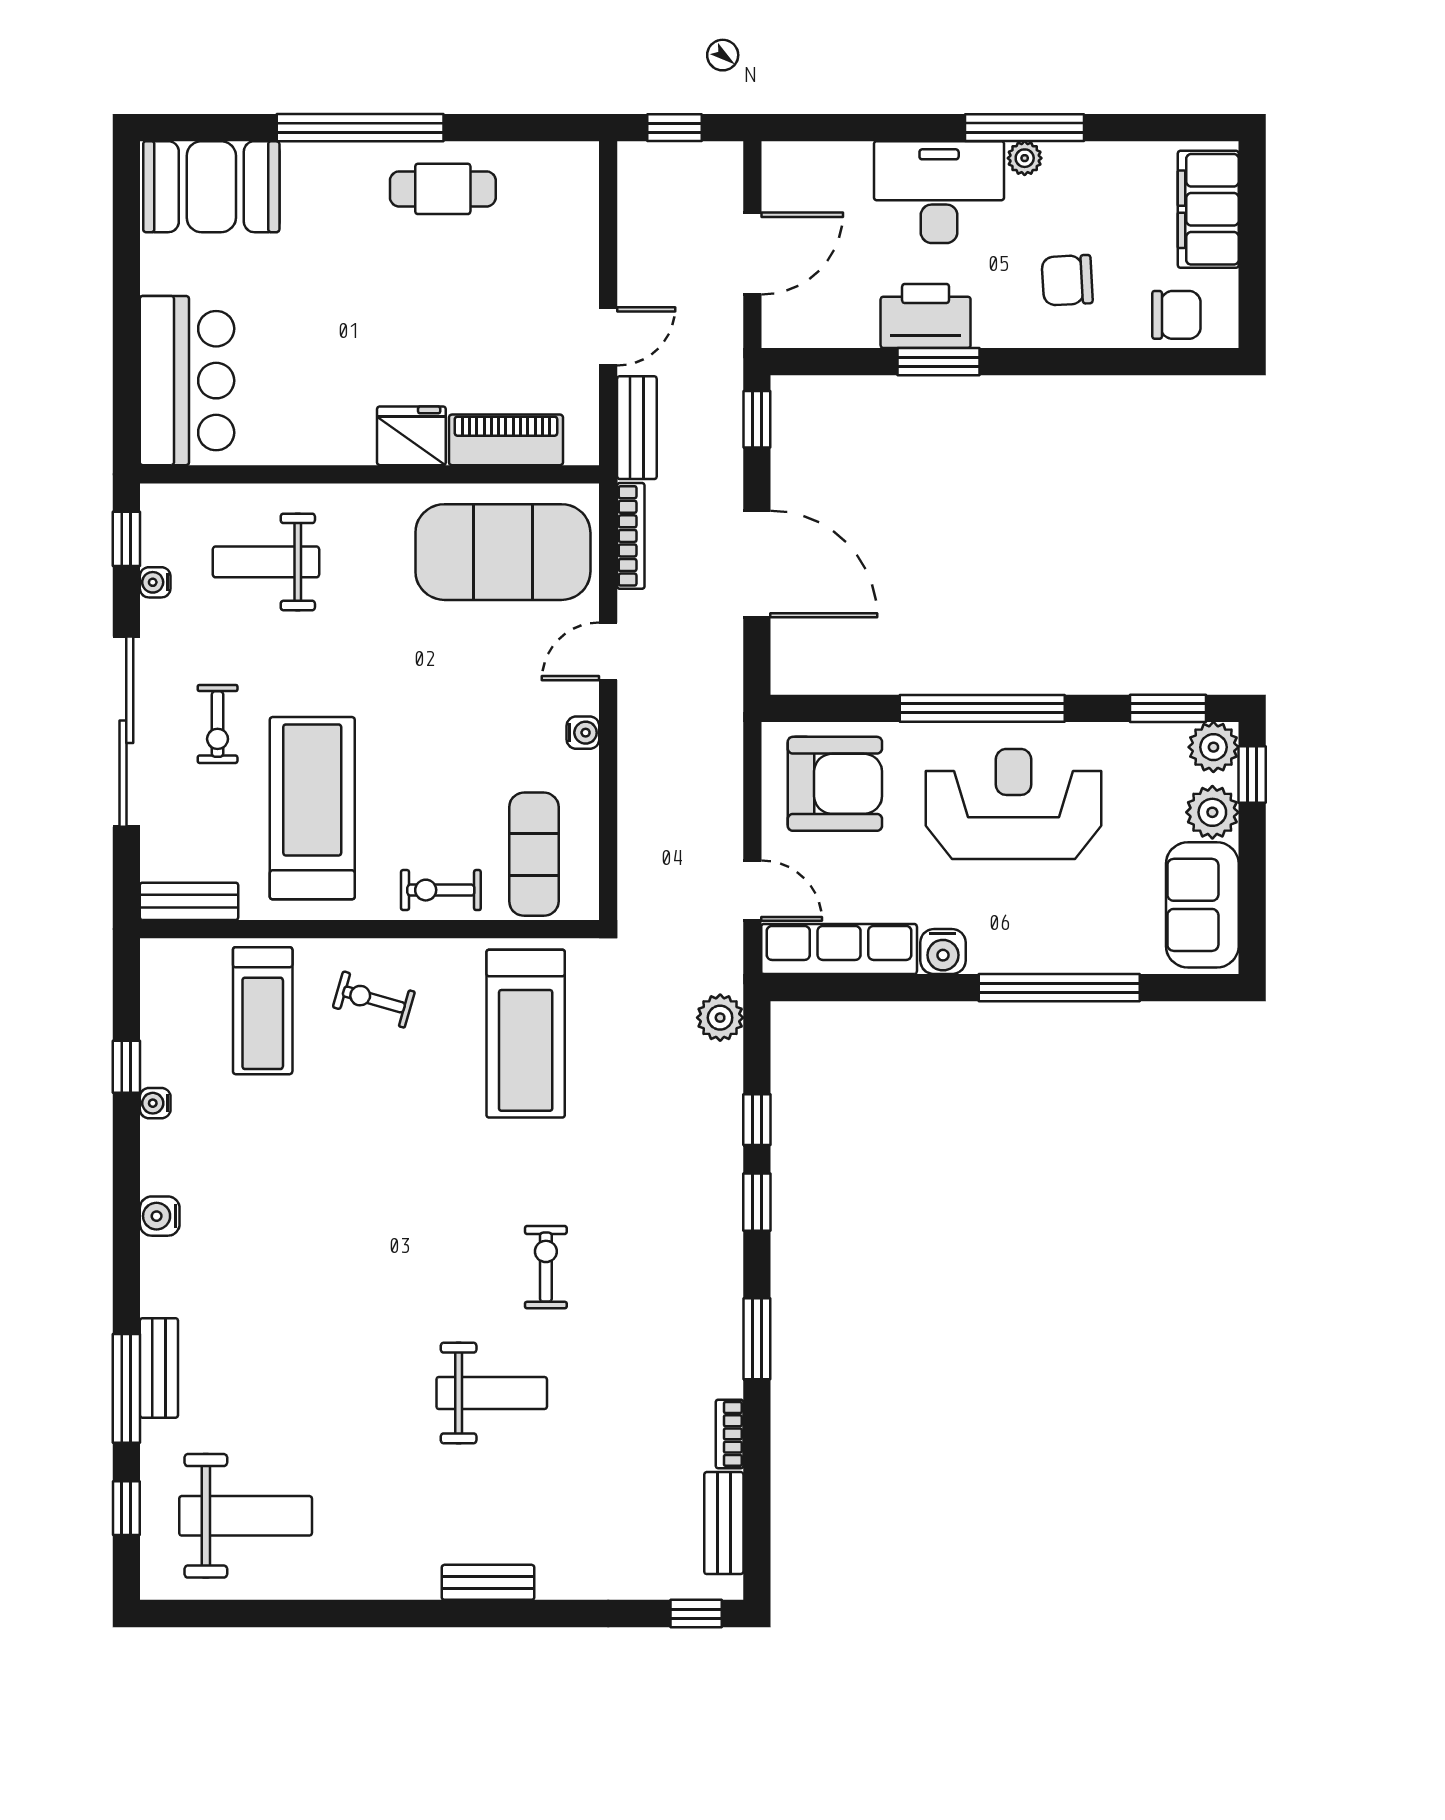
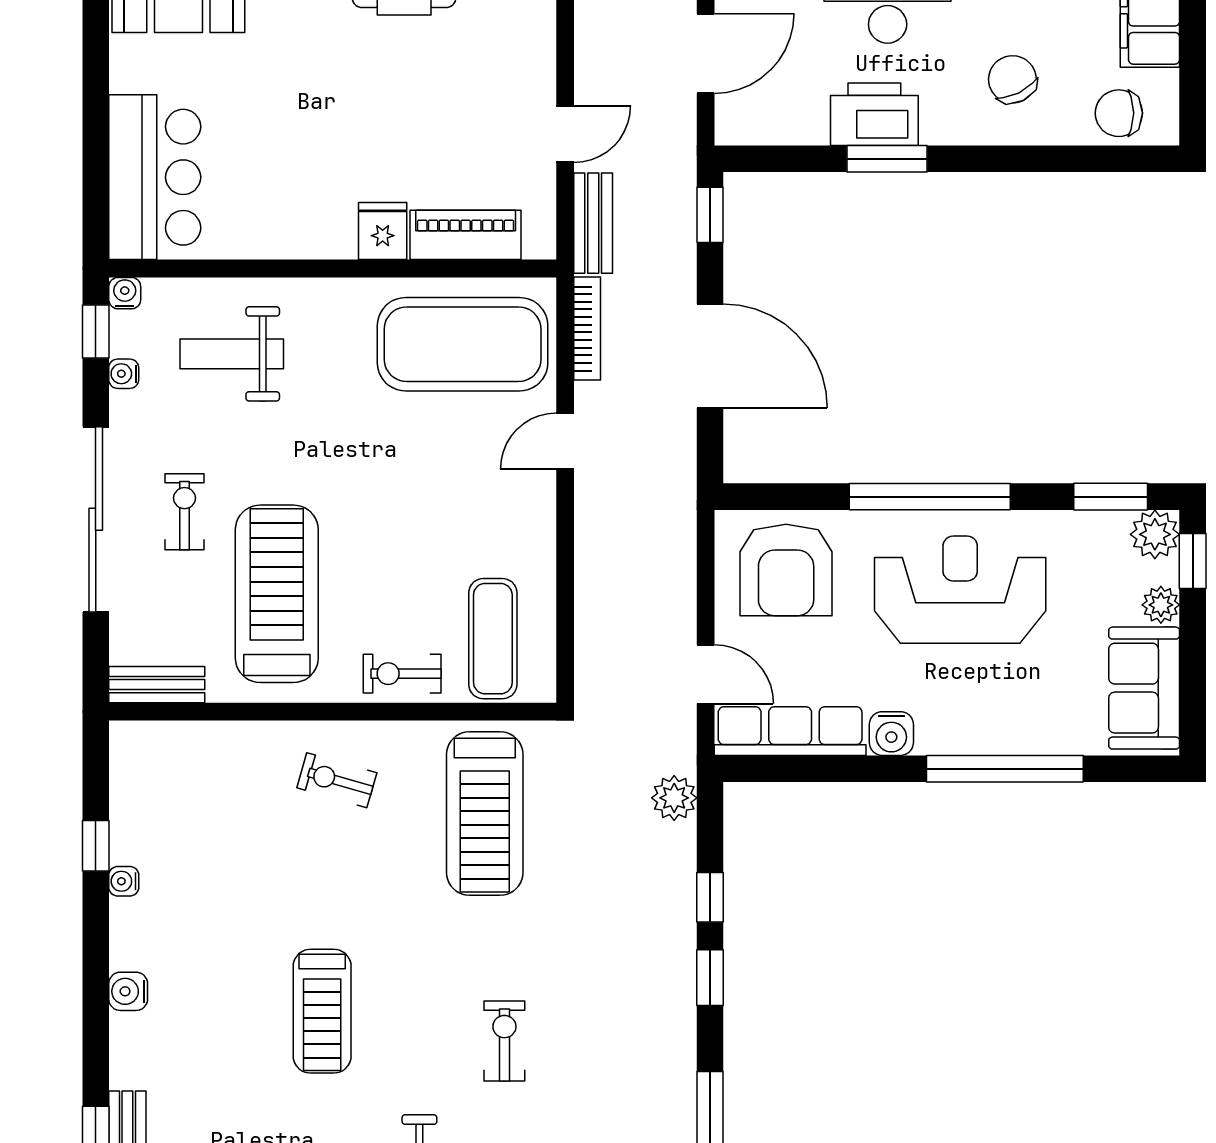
chair: (1067, 280) -> (1012, 79), turned 67
chair: (1176, 315) -> (1119, 113), turned 180
fridge: (411, 436) -> (383, 231), width x0.72
exercise bike: (218, 724) -> (185, 512), turned 180
water cooler: (583, 733) -> (125, 293), moved, turned -90
armchair: (835, 784) -> (786, 570), turned 90
plant: (1212, 812) -> (1161, 605), width x0.73, depth x0.73
treadmill: (263, 1011) -> (322, 1011), moved

